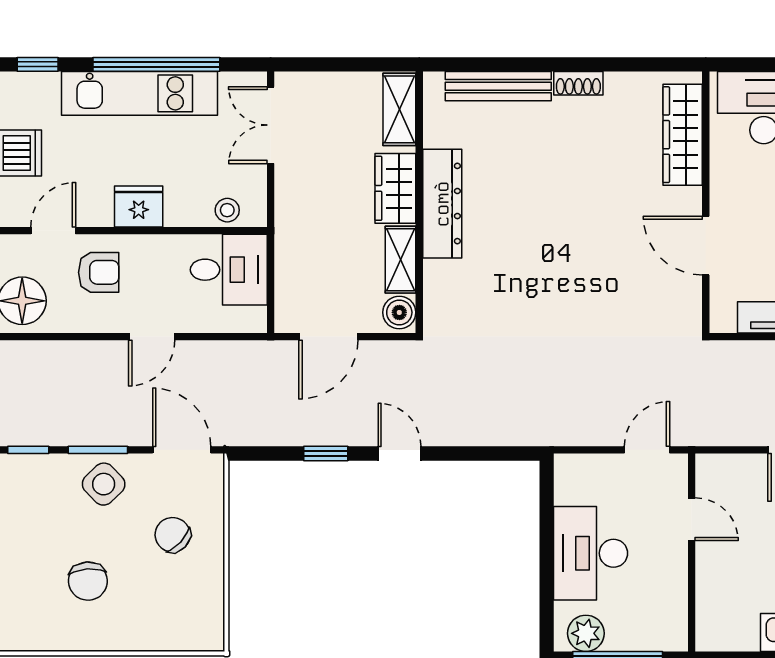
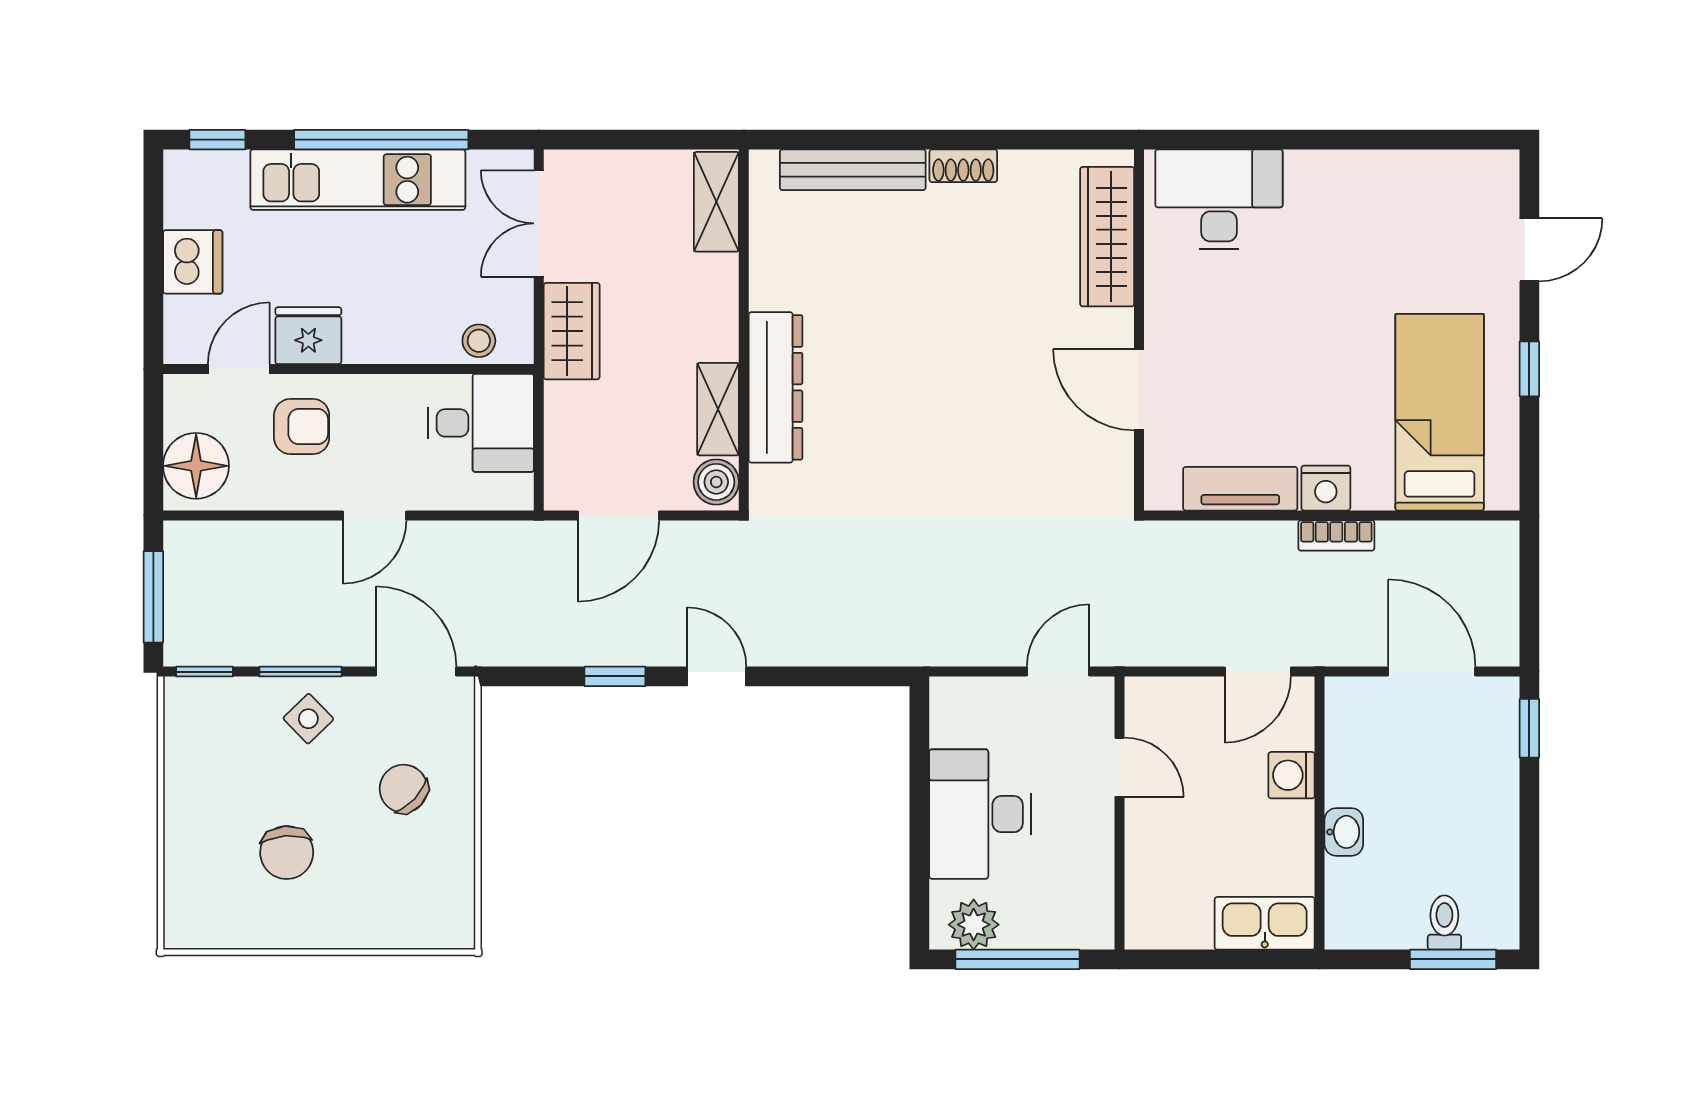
wardrobe: (395, 188) -> (572, 331), moved, turned 180
dresser: (442, 204) -> (775, 387), moved
fridge: (139, 206) -> (308, 336), moved
side table: (104, 484) -> (308, 719), width x0.73, depth x0.73

